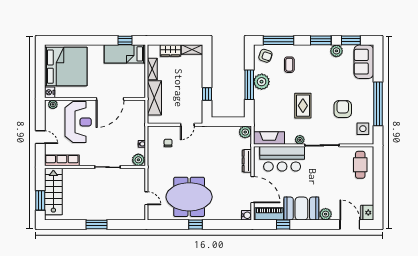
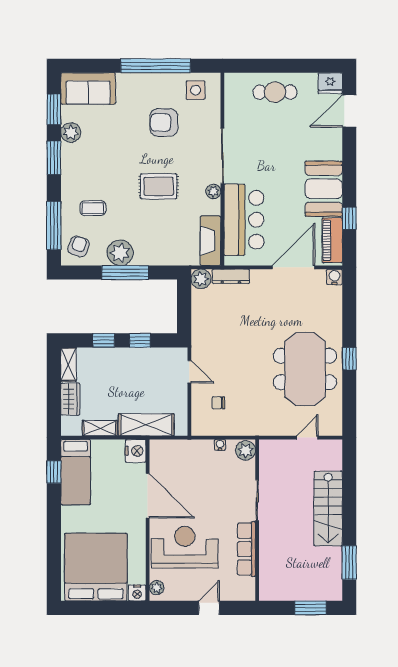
window: (207, 71) -> (104, 340), added
nightstand: (138, 91) -> (136, 451), added
row of seats: (62, 160) -> (246, 549), moved
dresser: (247, 161) -> (231, 276), moved
cafe table: (360, 165) -> (275, 92), moved
stairs: (53, 191) -> (328, 509), moved, turned -90
plant: (326, 214) -> (333, 150), removed
window: (96, 224) -> (349, 563), moved

